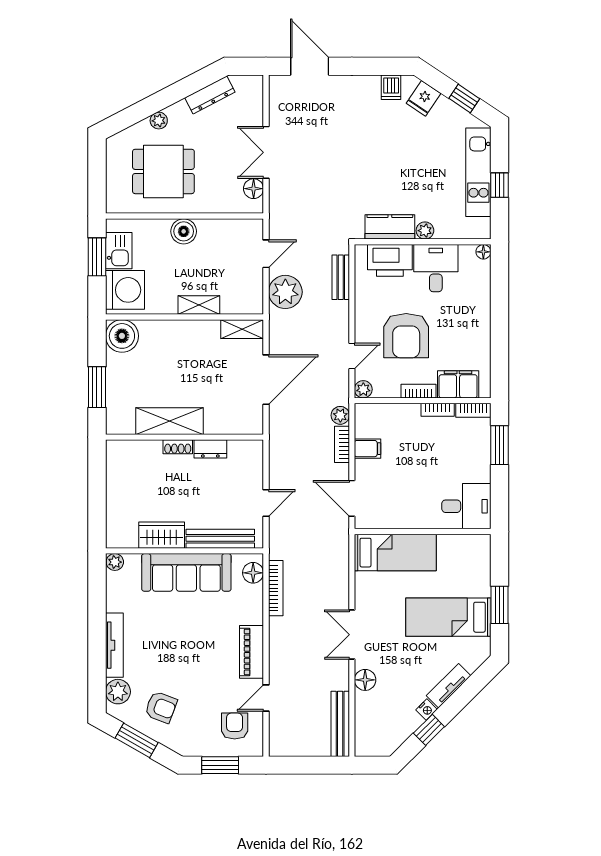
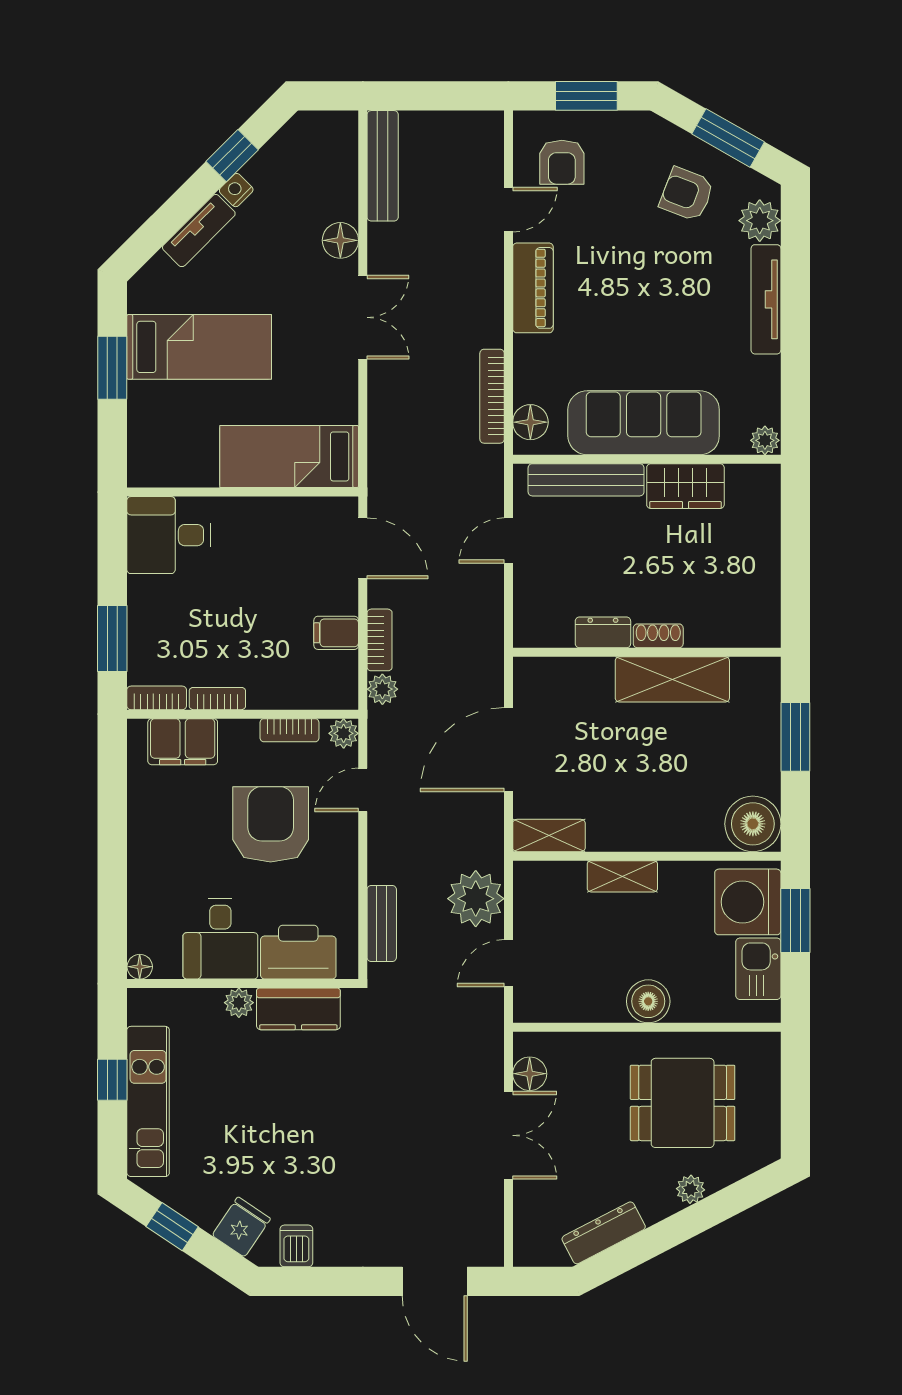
window: (97, 257) -> (795, 921), moved
bookcase: (419, 391) -> (290, 730), moved

